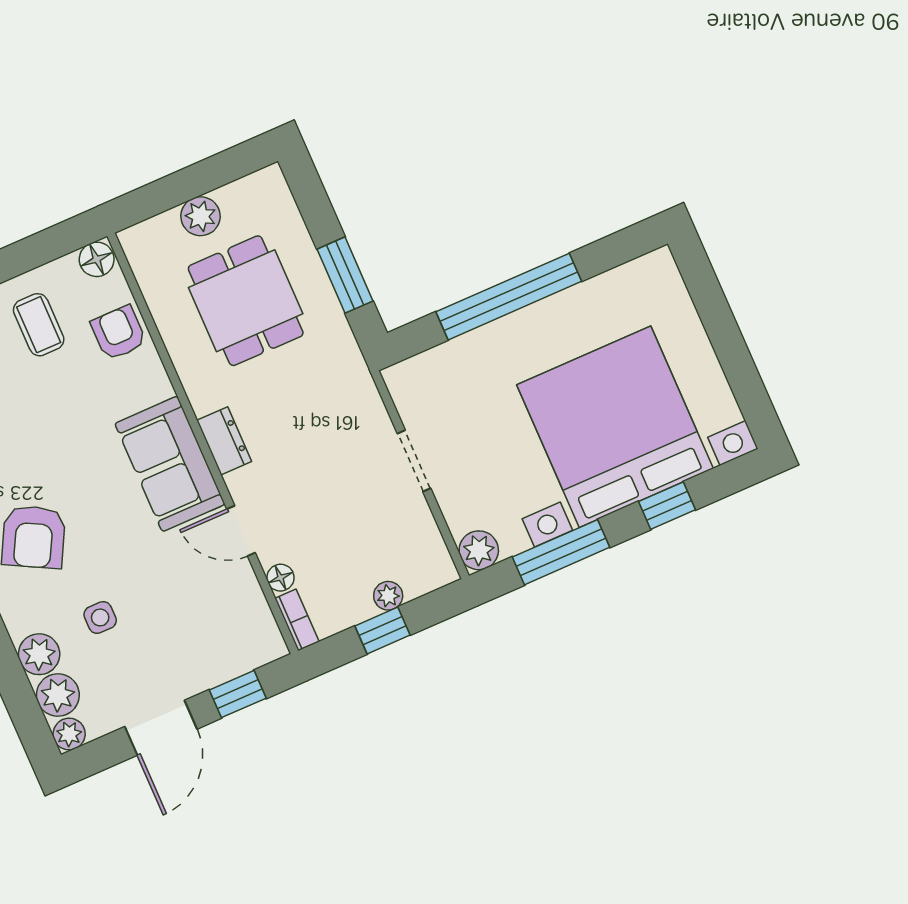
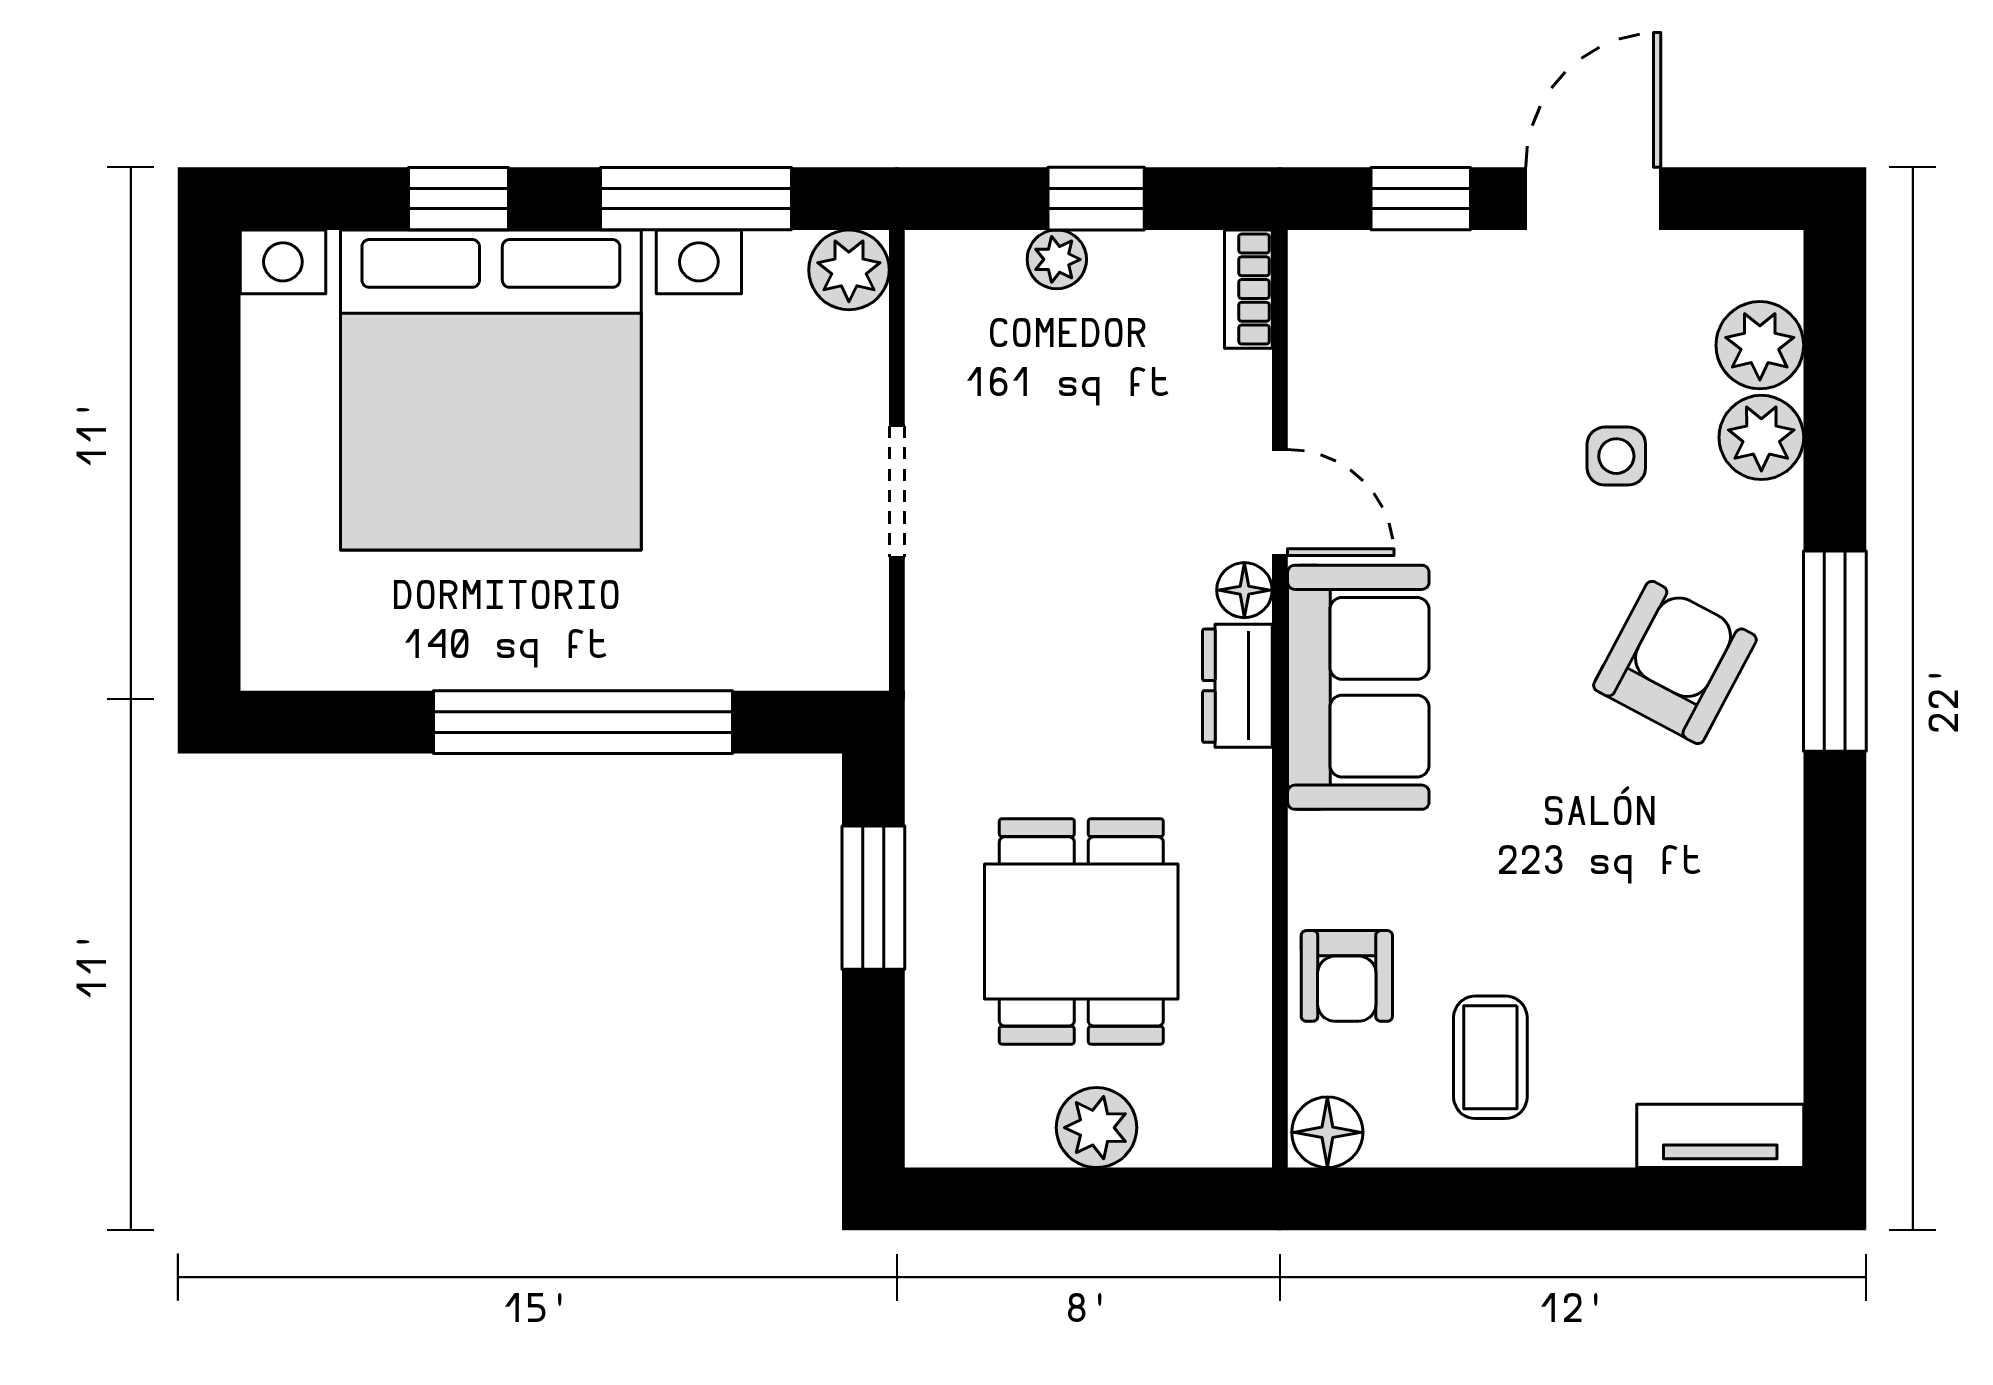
floor lamp: (280, 578) -> (1244, 590), moved
plant: (69, 734) -> (1771, 262), removed

